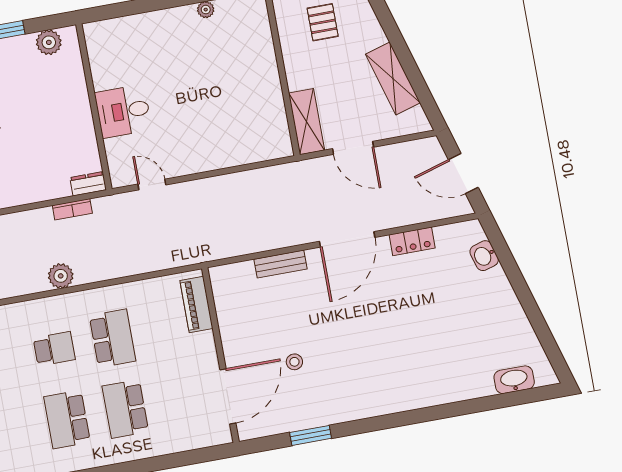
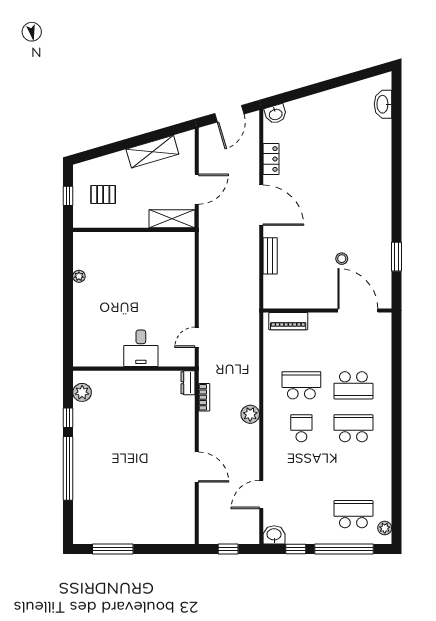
washbasin: (484, 256) -> (276, 114), moved
school desk: (67, 419) -> (353, 428), turned 180

